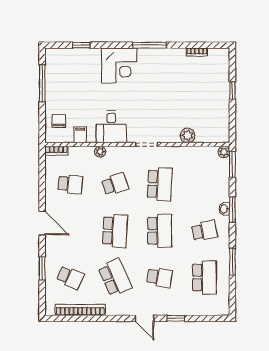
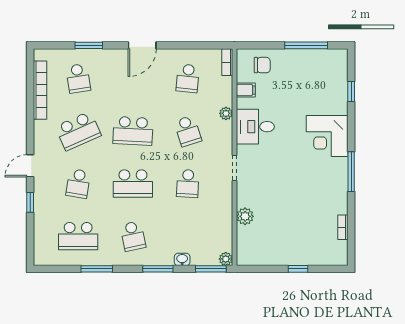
school desk: (160, 184) -> (188, 184), width x0.54
washbasin: (224, 209) -> (182, 259), moved
school desk: (70, 277) -> (78, 78), turned -33

